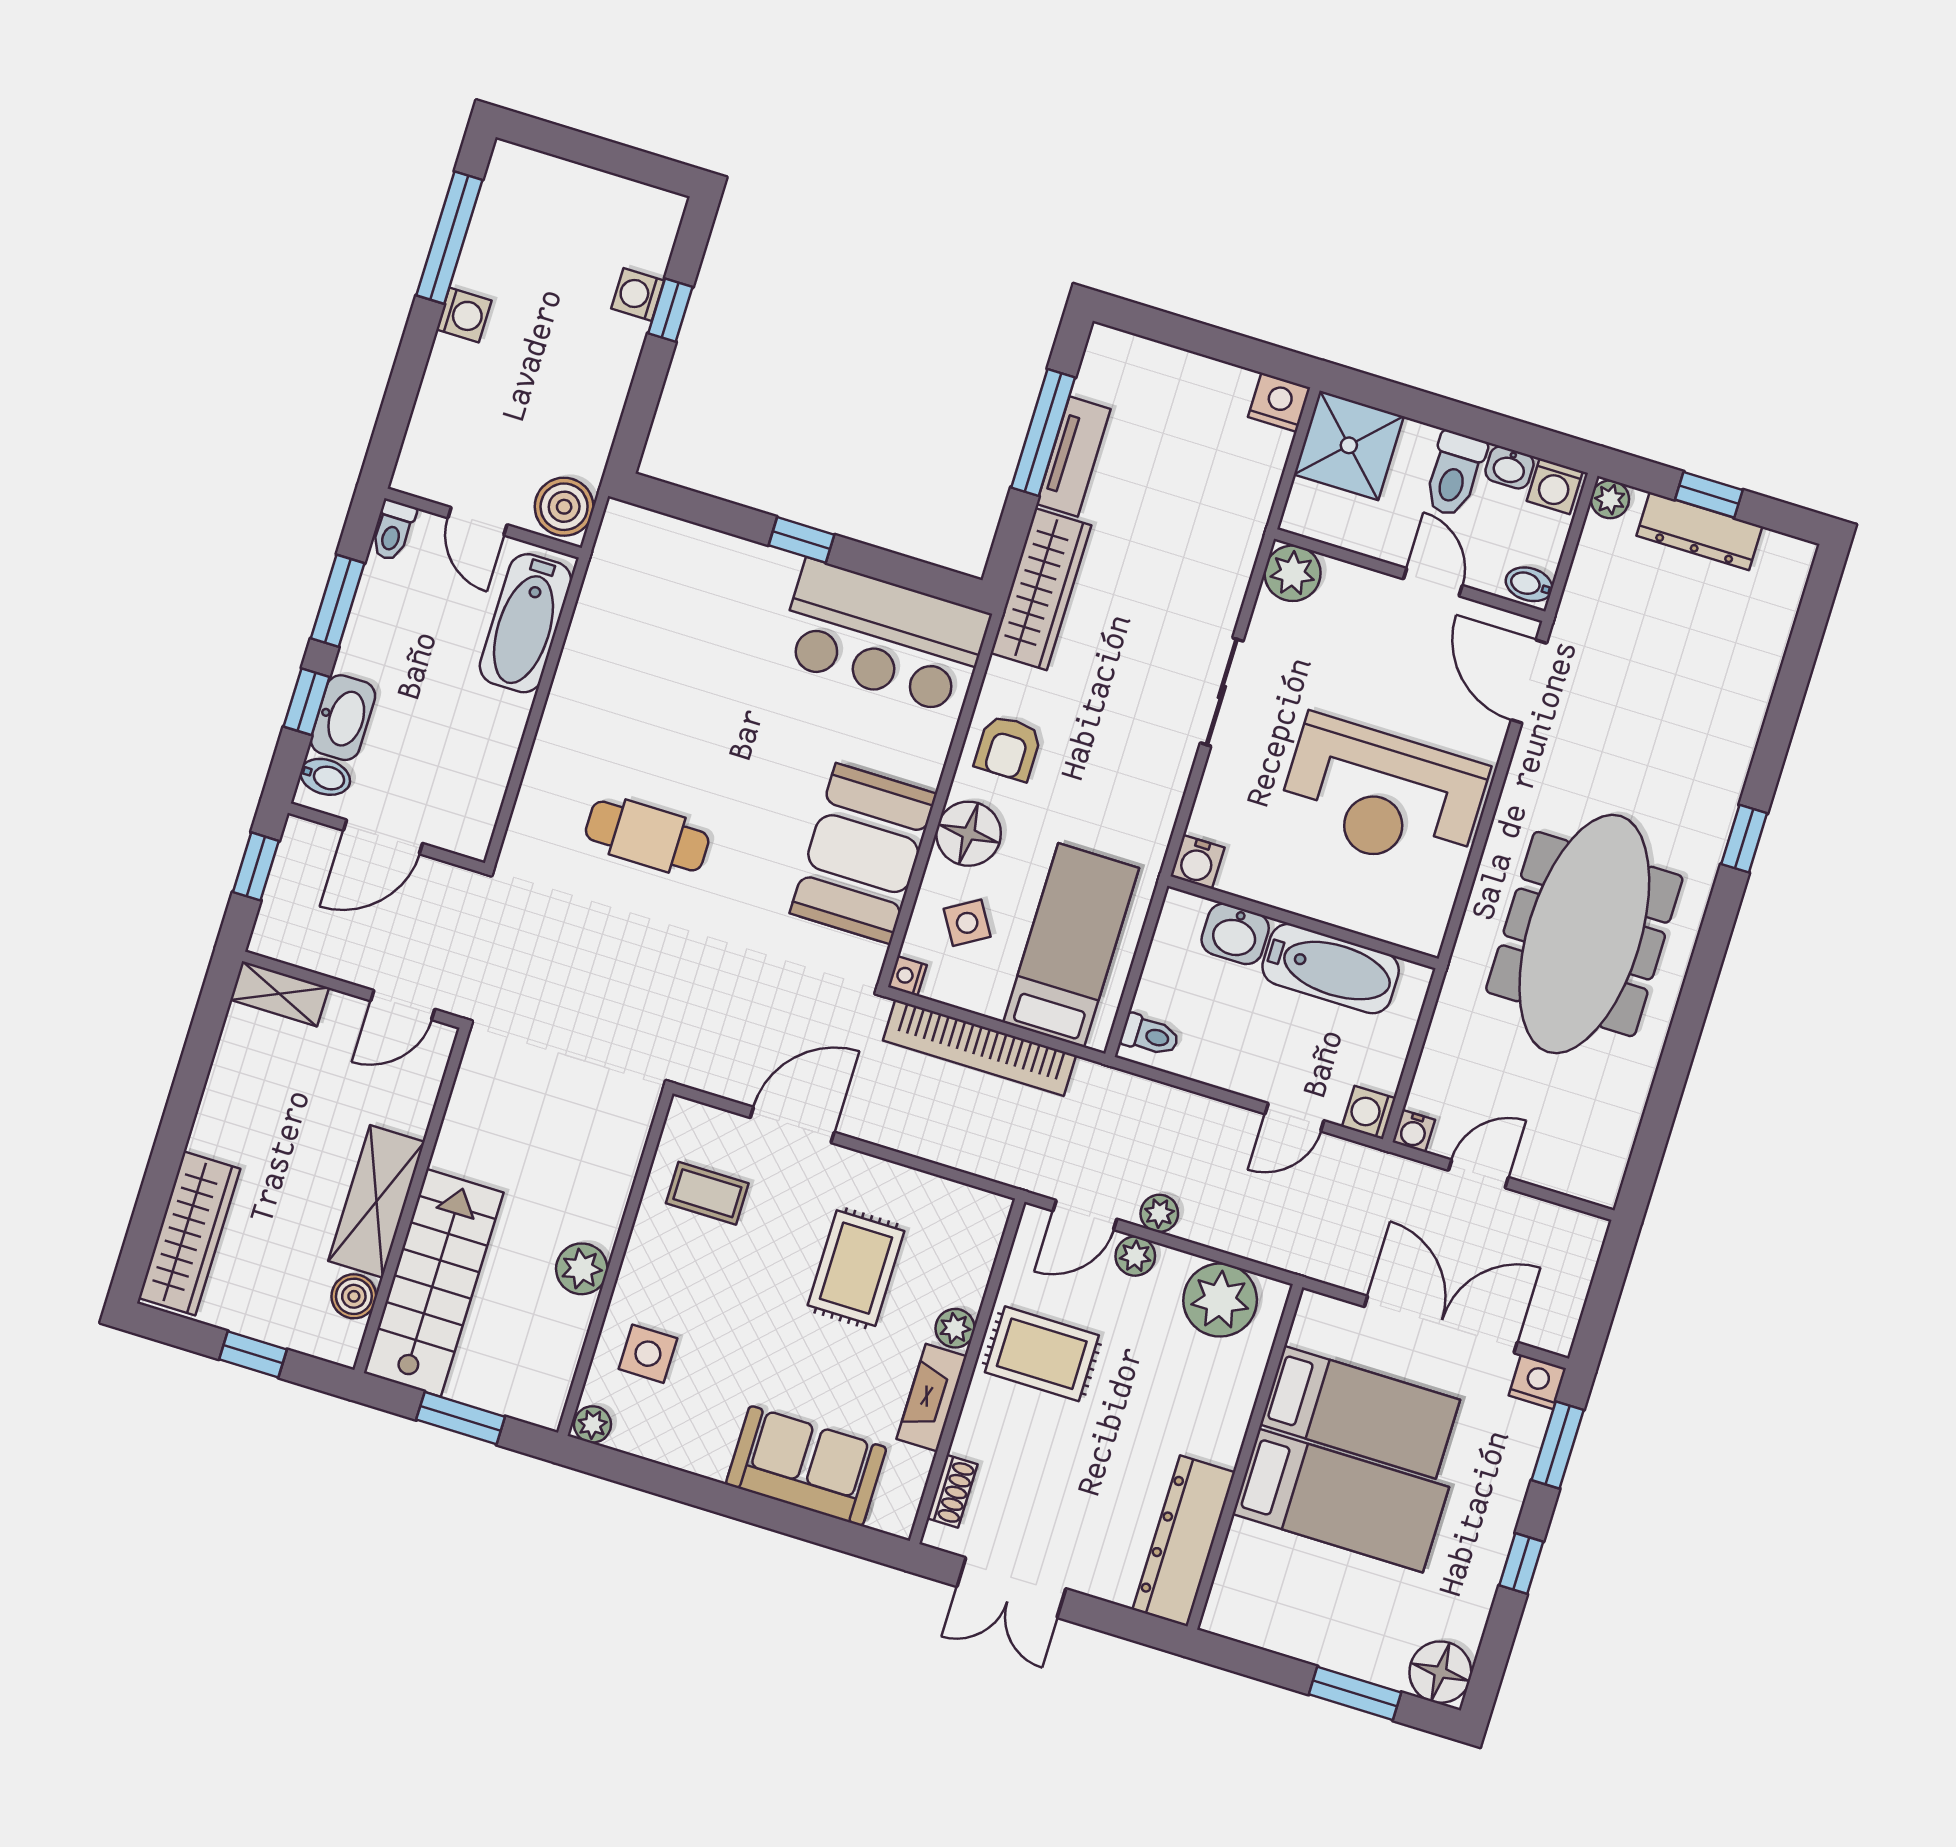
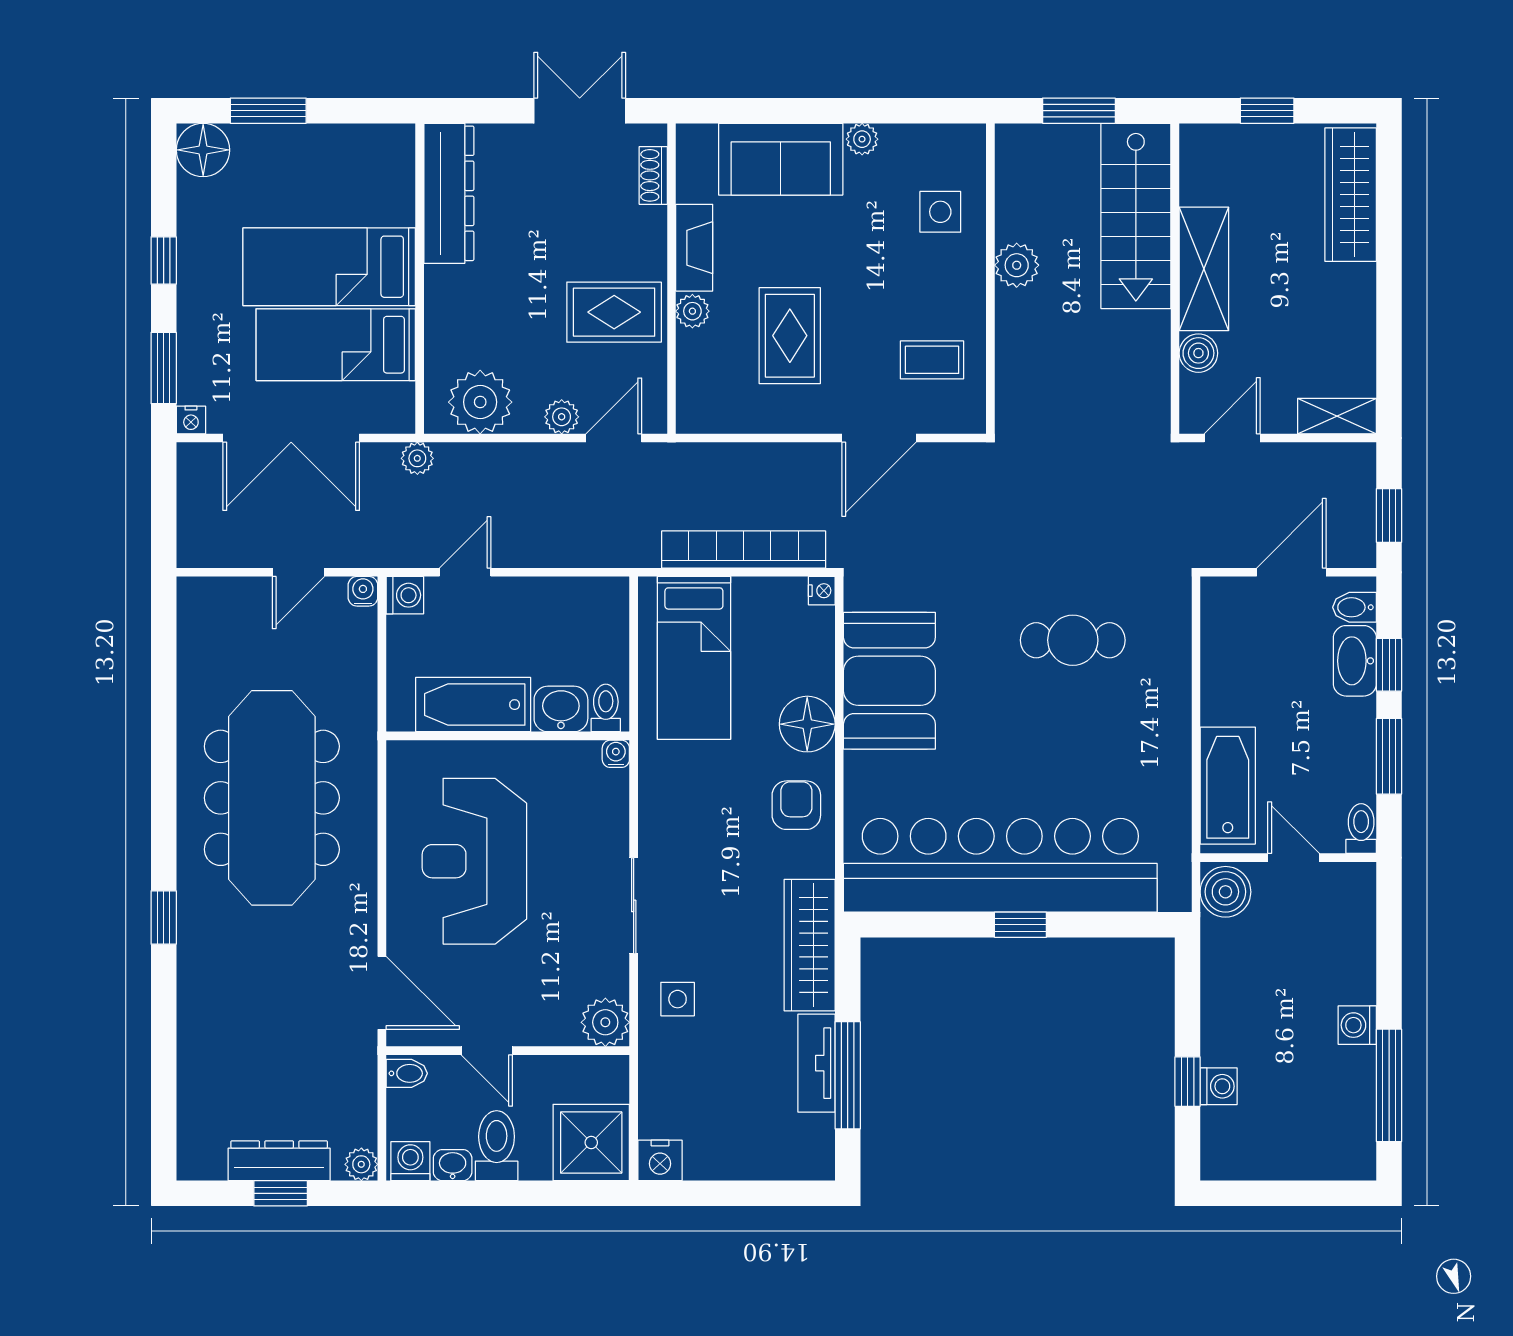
bar counter: (883, 637) -> (1000, 865), width x1.86
reception desk: (1382, 795) -> (474, 861), turned -90
water cooler: (1197, 862) -> (616, 754), width x0.72, depth x0.72
side table: (967, 923) -> (678, 999), moved, turned 31
toilet: (1150, 1035) -> (606, 708), moved, turned 90
plant: (1159, 1213) -> (417, 458), moved
boiler: (354, 1296) -> (1198, 353), moved
nightstand: (1537, 1382) -> (191, 420), width x0.72, depth x0.74
plant: (593, 1424) -> (862, 139), moved

